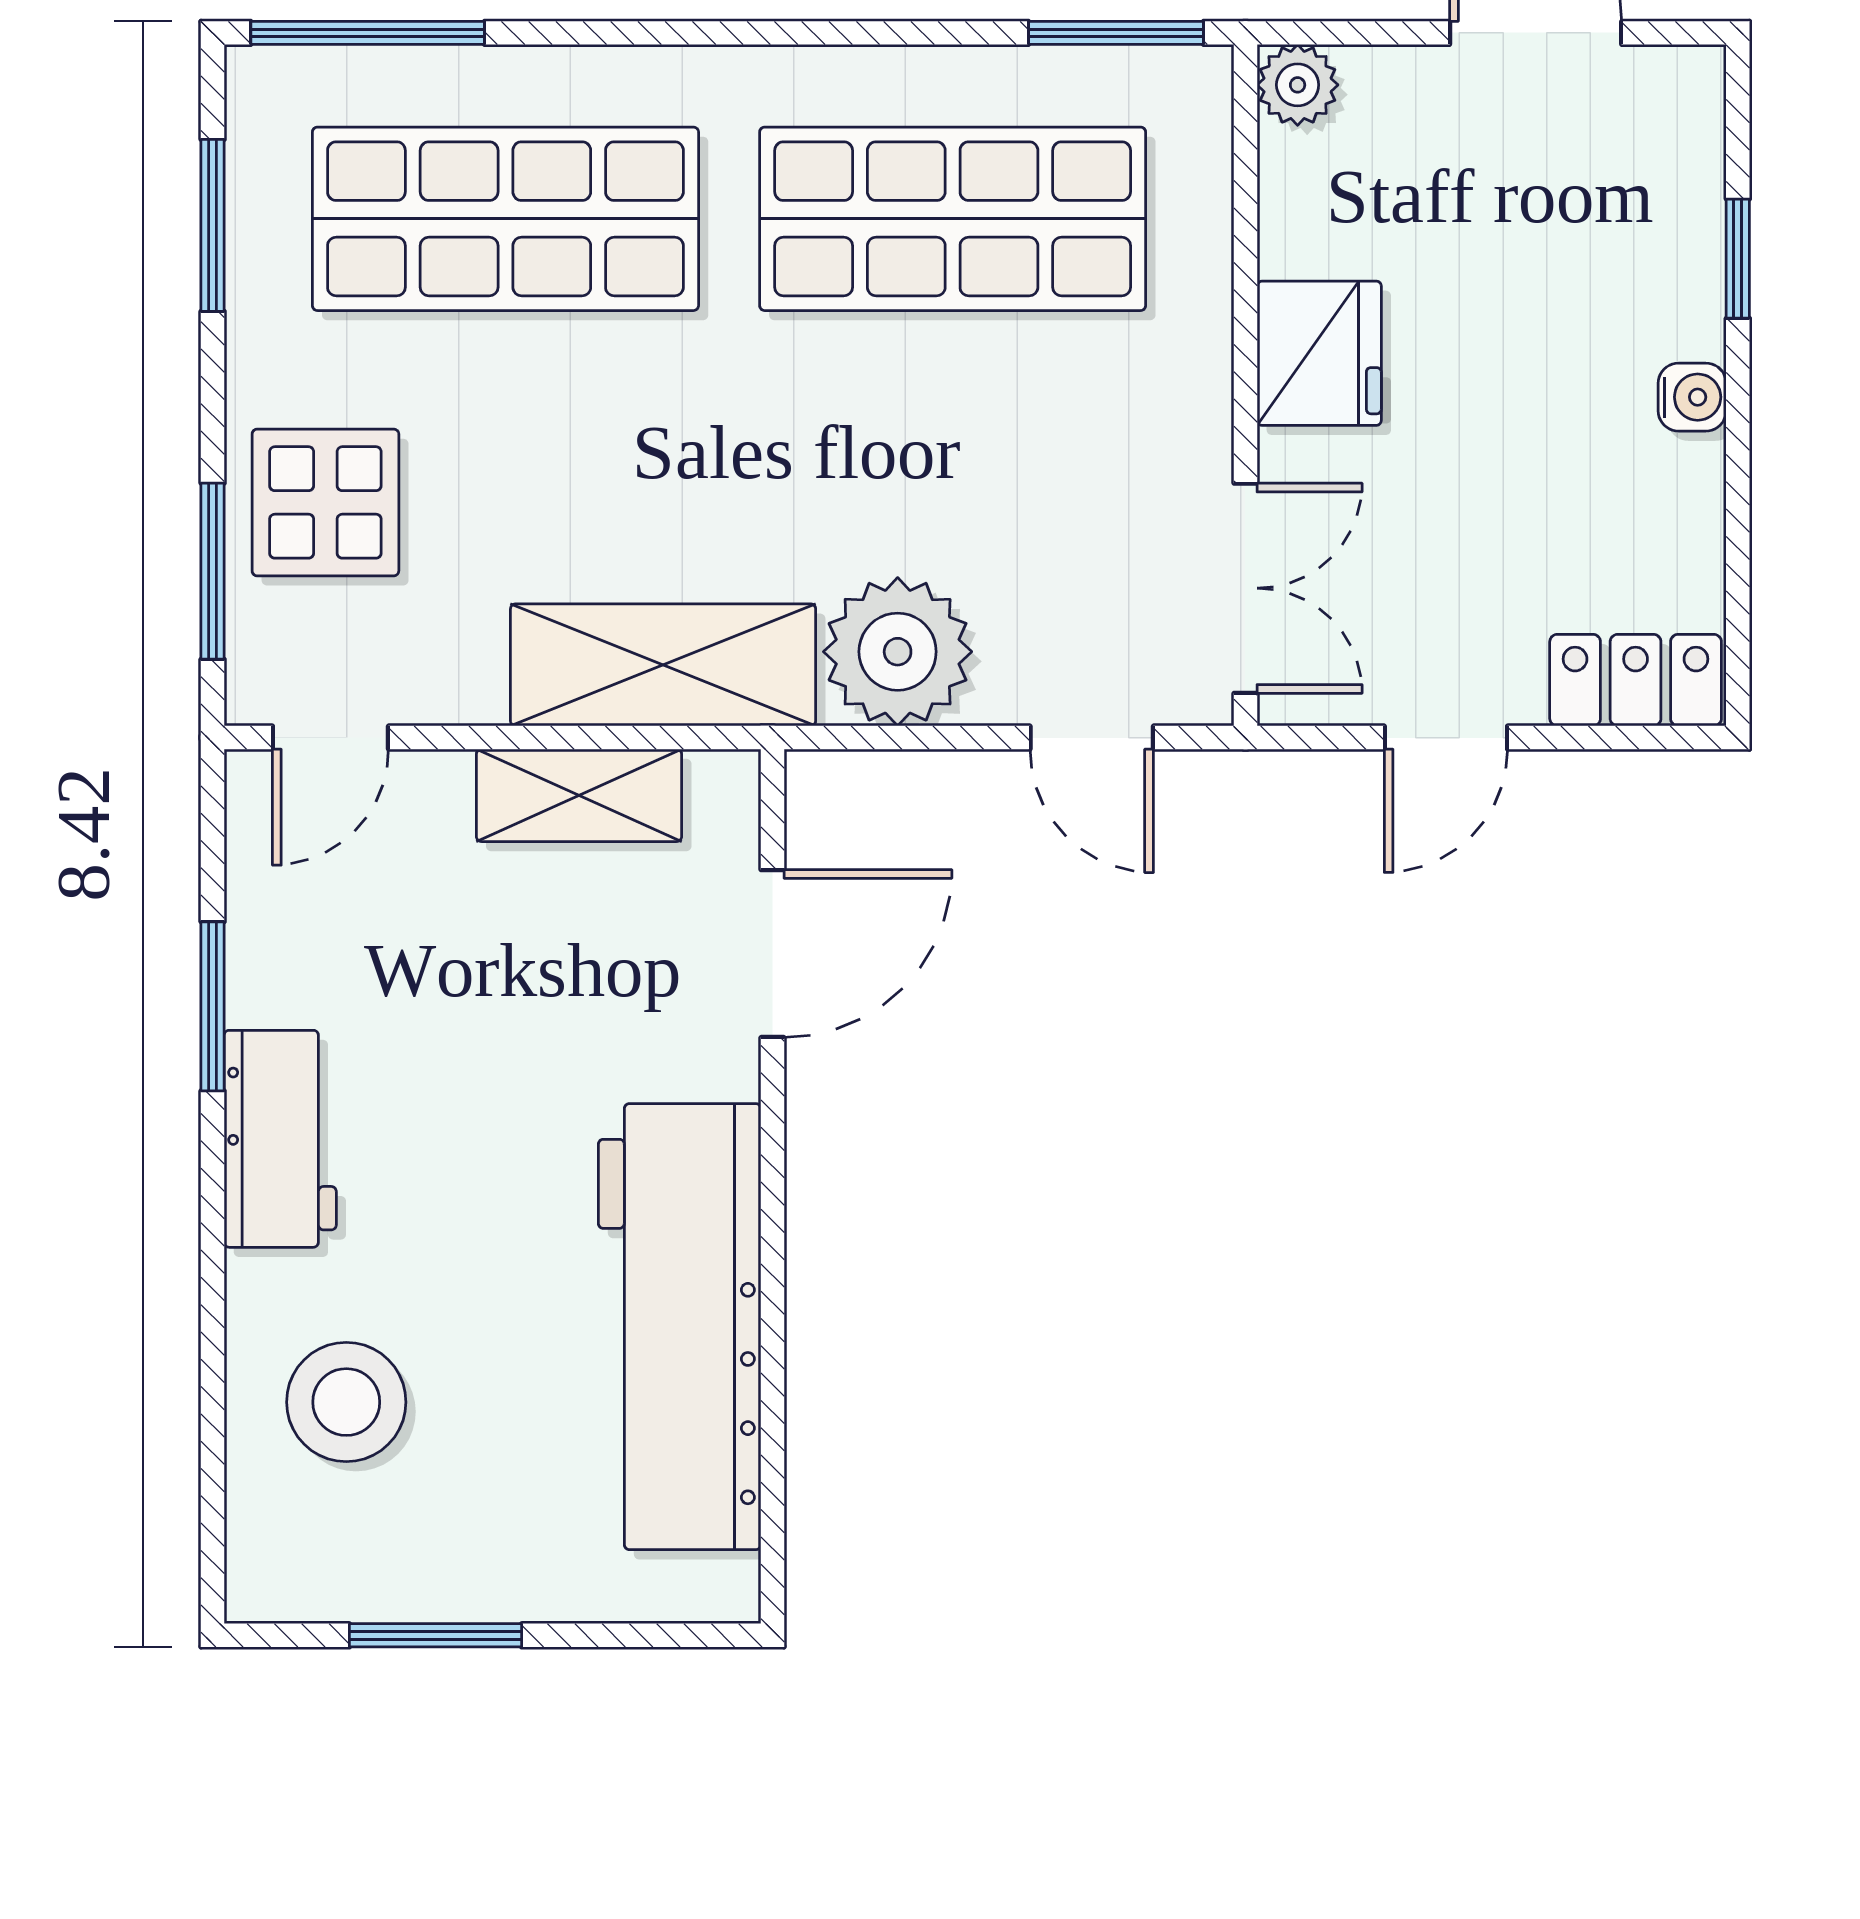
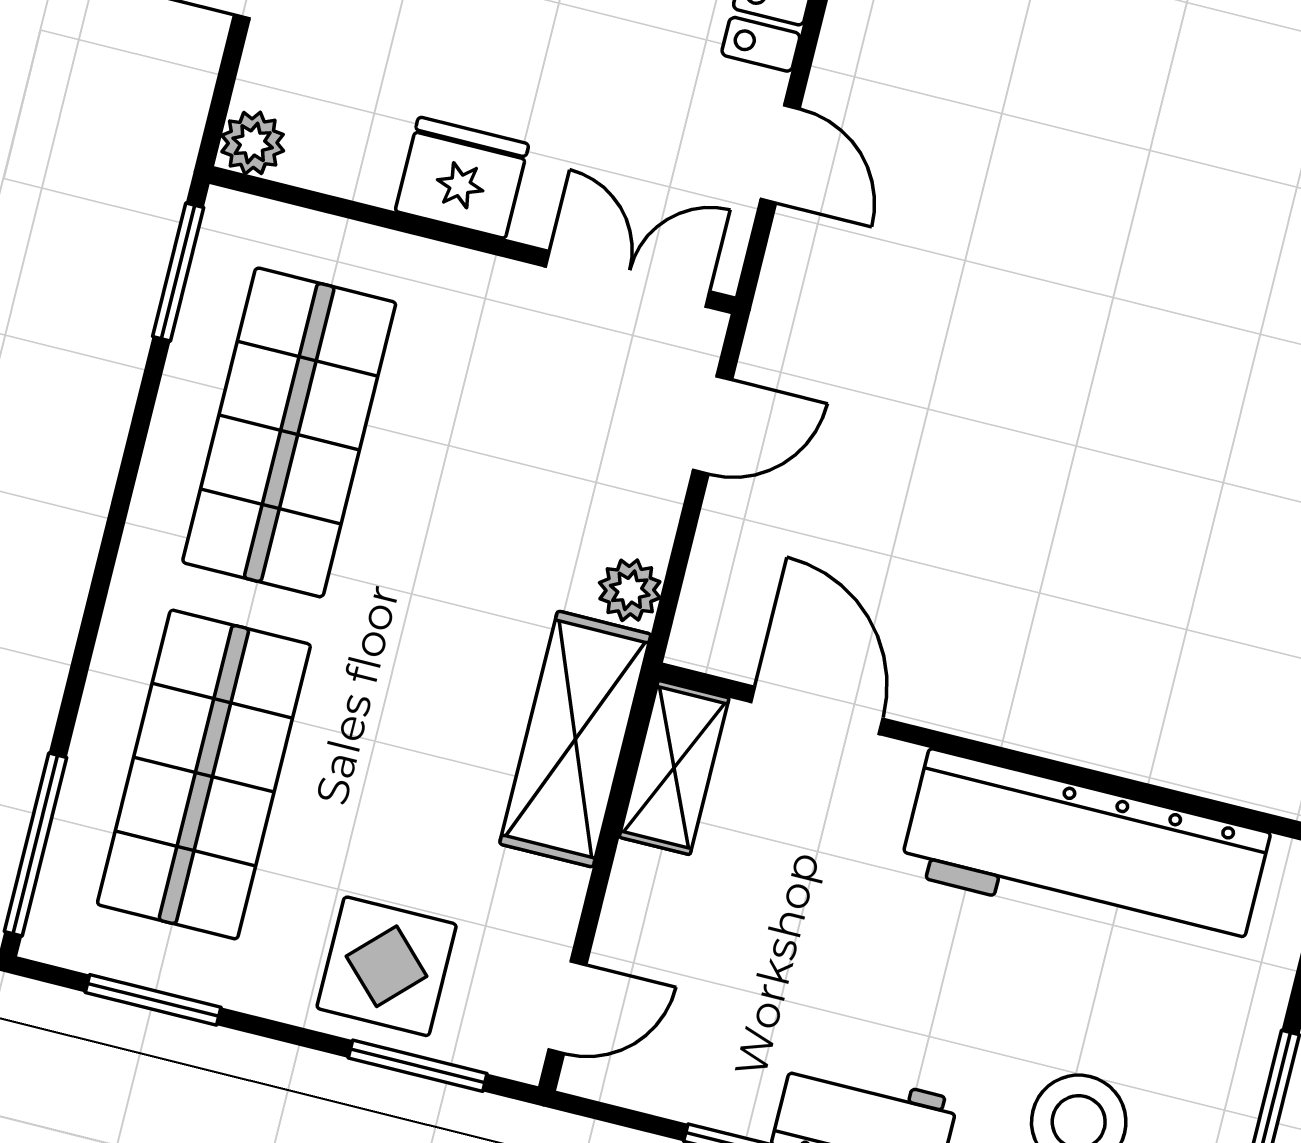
plant: (898, 652) -> (630, 590), width x0.53, depth x0.53
door: (330, 738) -> (567, 1007), hinge flipped
shelving: (579, 795) -> (674, 768), moved

